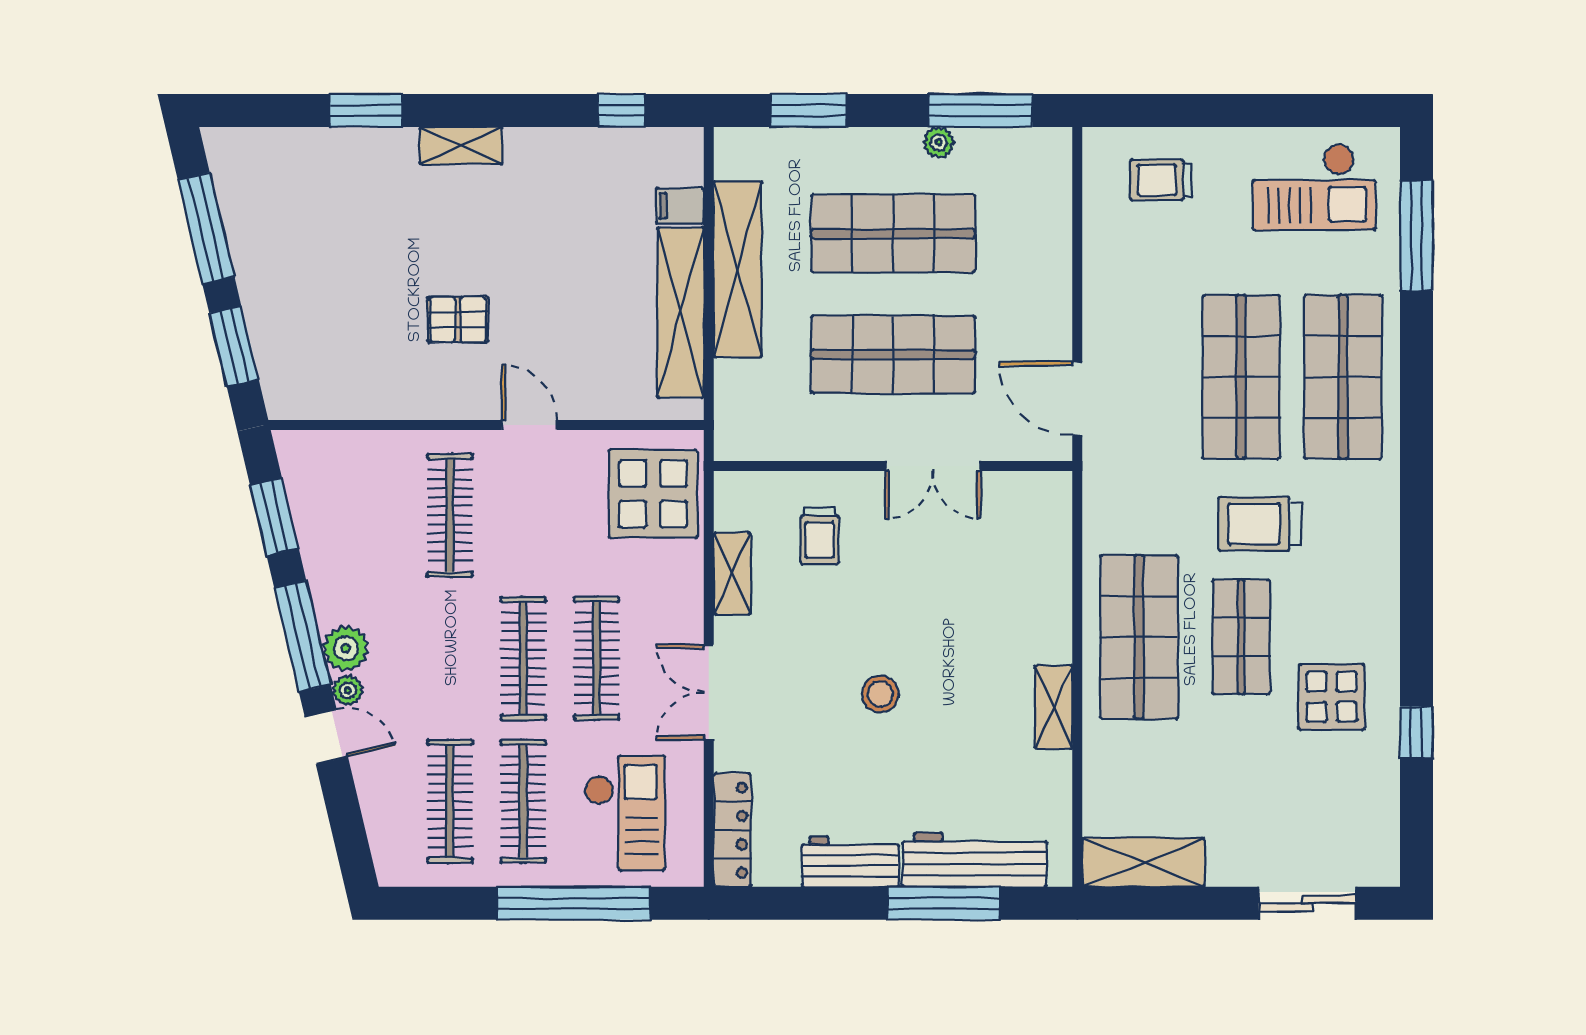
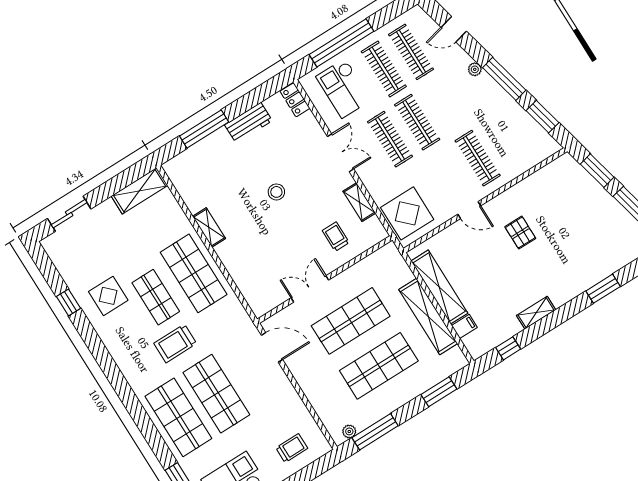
plant: (939, 142) -> (349, 431), moved
shelving: (461, 145) -> (536, 313), moved
pallet: (458, 320) -> (520, 233), turned 90
trolley: (1260, 524) -> (175, 343), turned 180
plant: (346, 648) -> (485, 84), removed
door: (326, 737) -> (454, 29), moved
locker: (732, 830) -> (295, 100), width x0.66
workbench: (975, 860) -> (203, 152), removed

